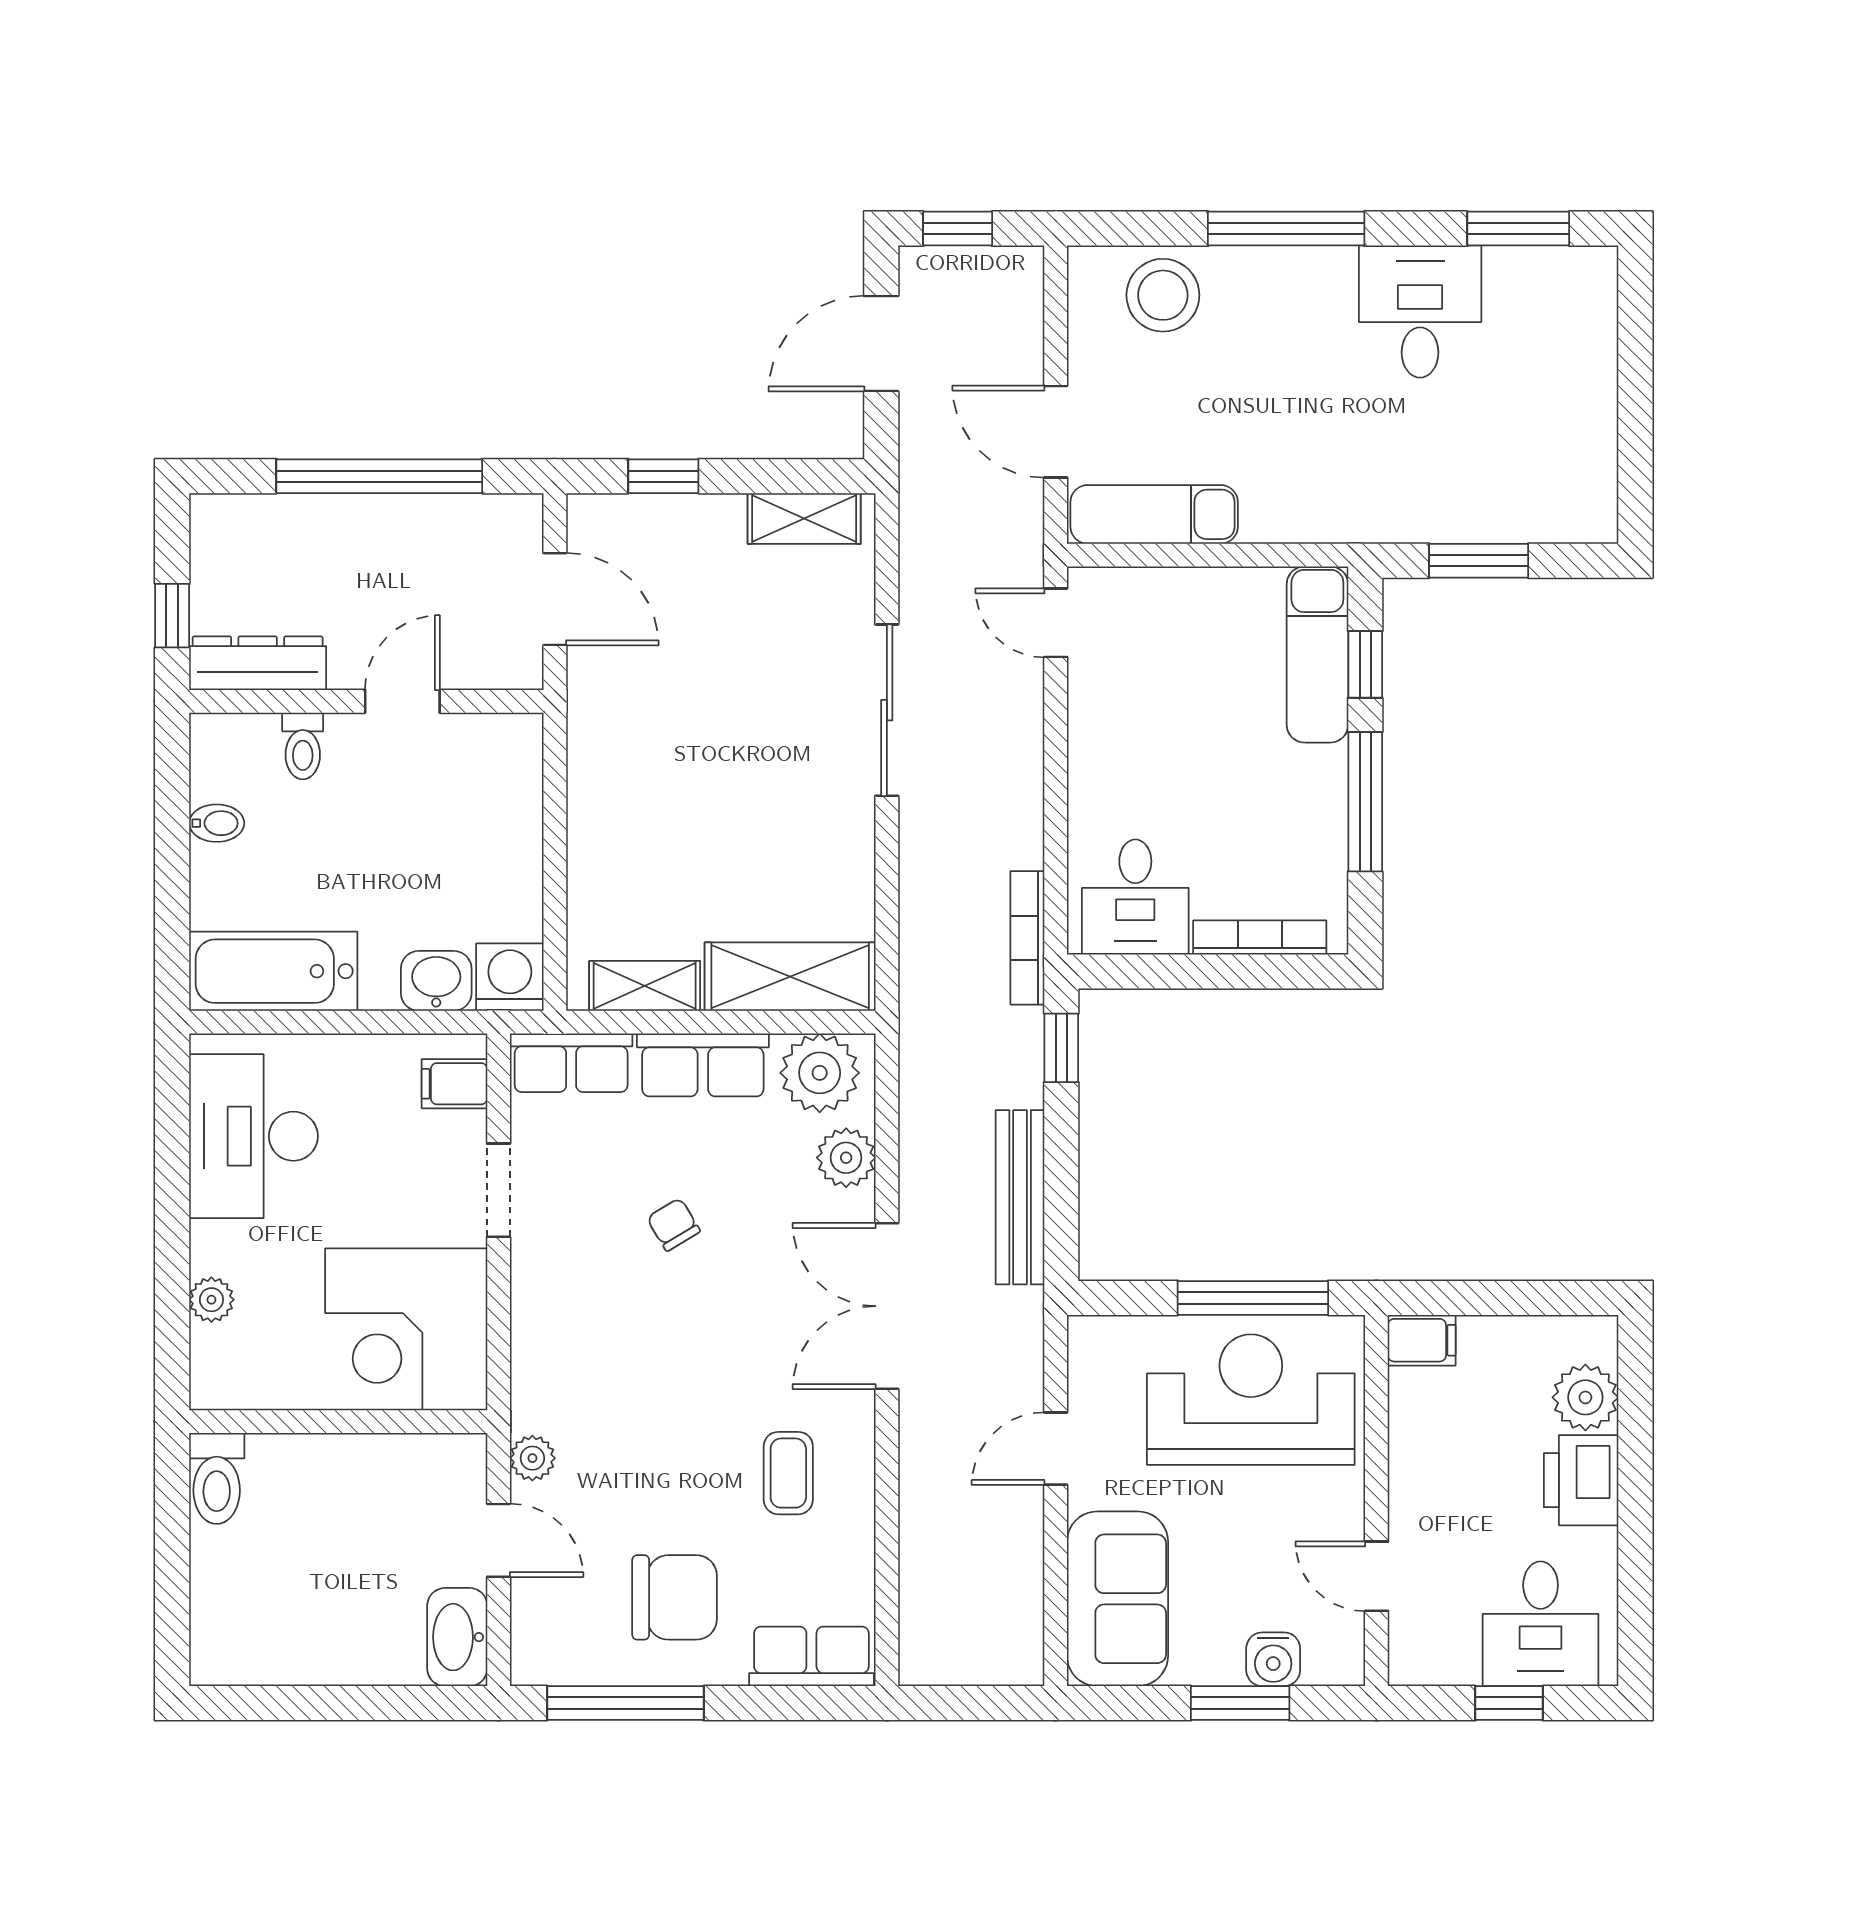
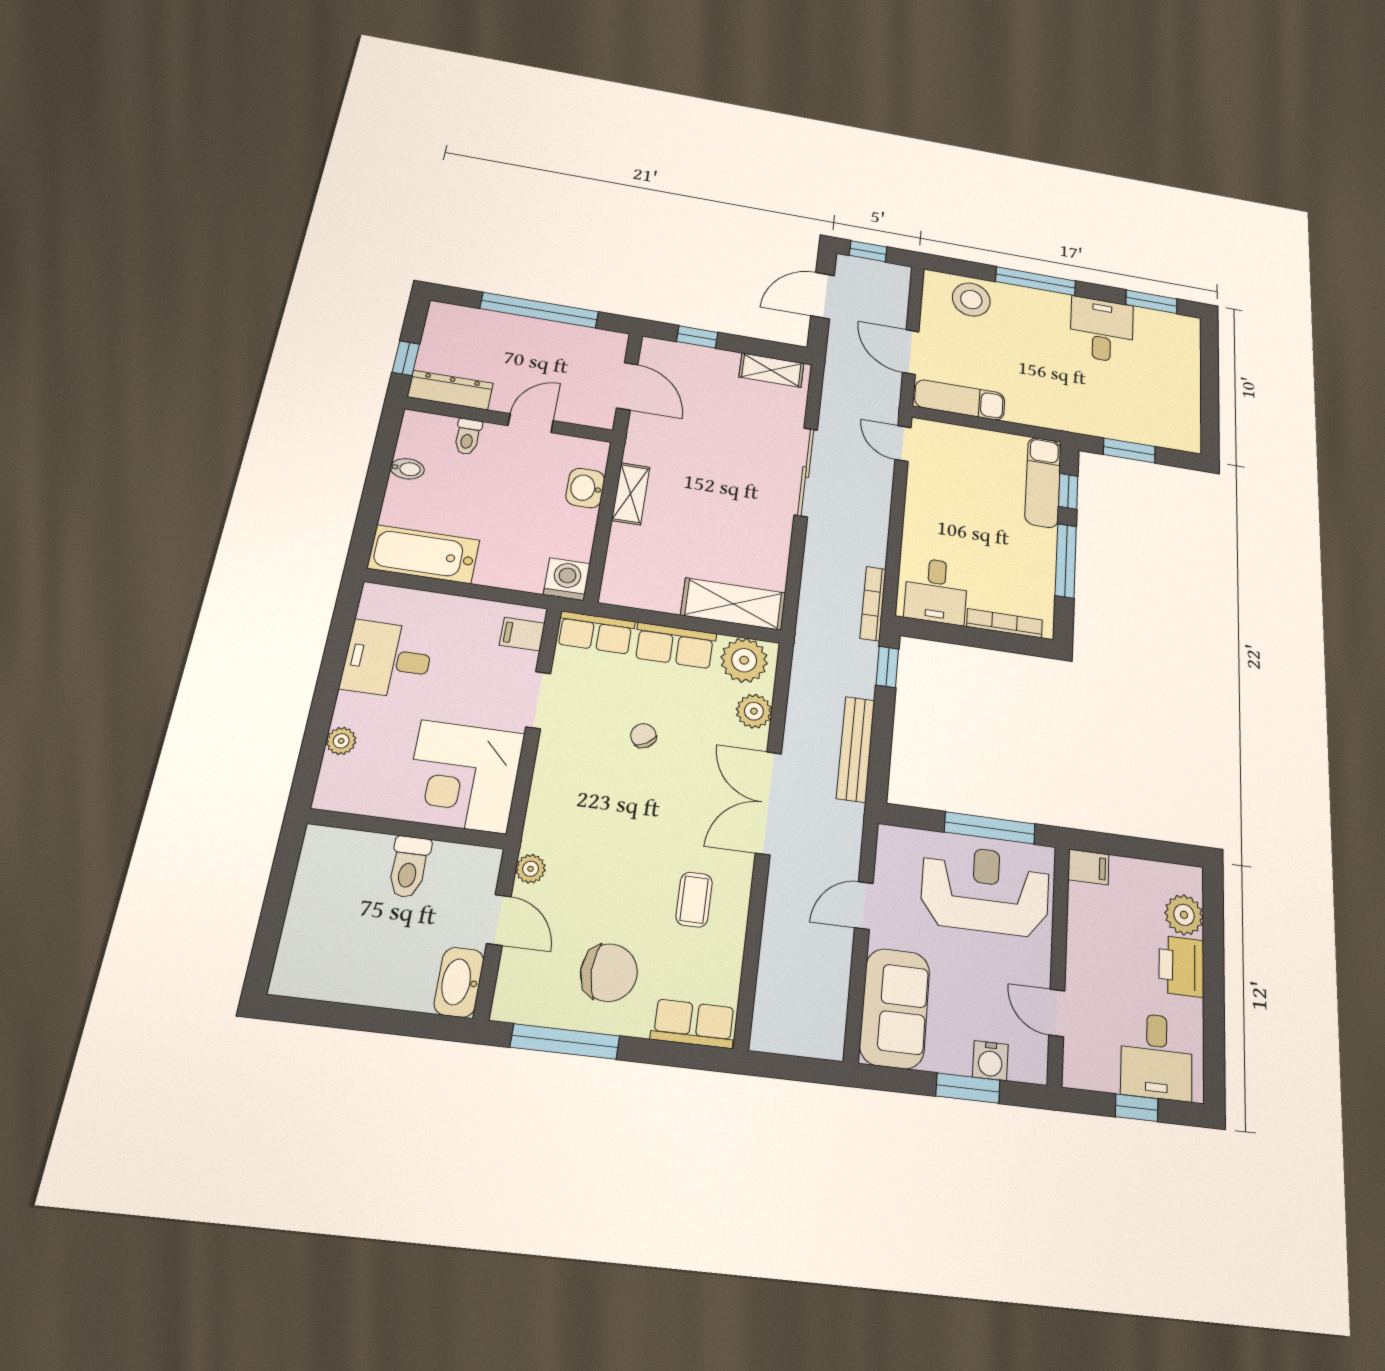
washbasin: (436, 981) -> (585, 488), moved, turned -90
shelving: (645, 986) -> (631, 494), moved, turned 90
desk: (253, 1136) -> (388, 659), width x0.73
toilet: (217, 1478) -> (409, 867), moved

